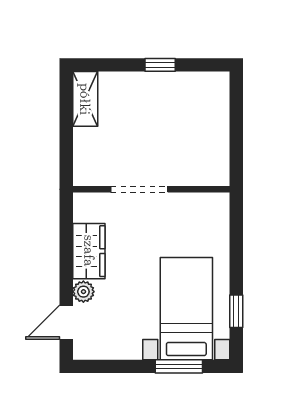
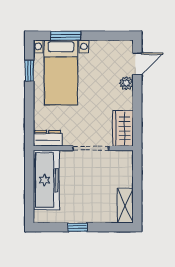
freezer: (209, 139) -> (46, 180), added
dresser: (207, 205) -> (48, 138), added
wardrobe: (89, 251) -> (123, 129), moved

